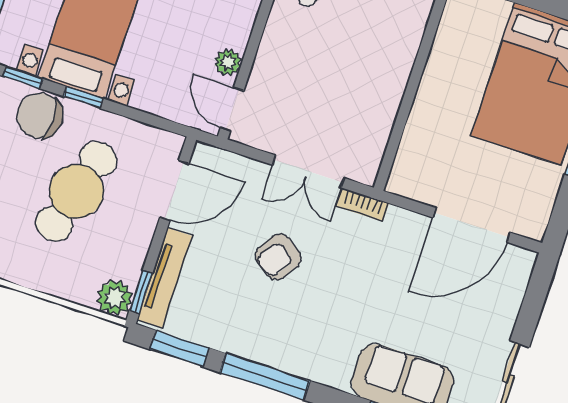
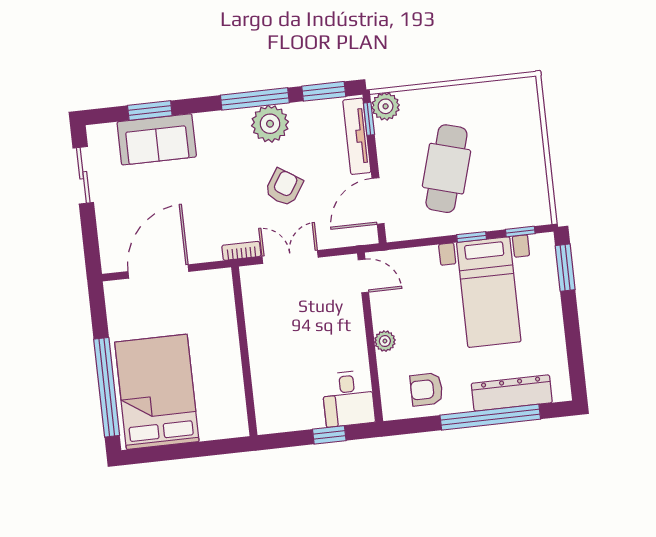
plant: (228, 62) -> (385, 341), moved
chair: (40, 115) -> (496, 210), removed
plant: (260, 339) -> (270, 124), added

